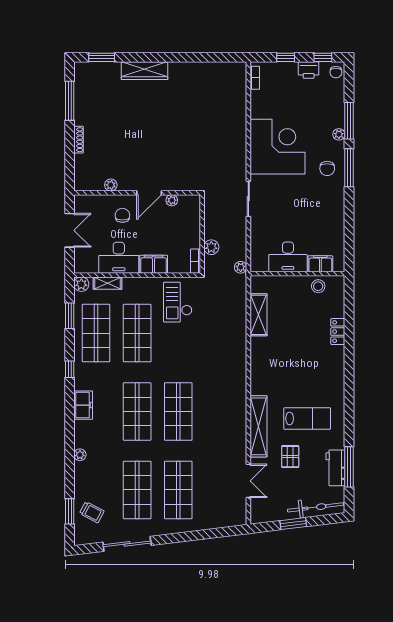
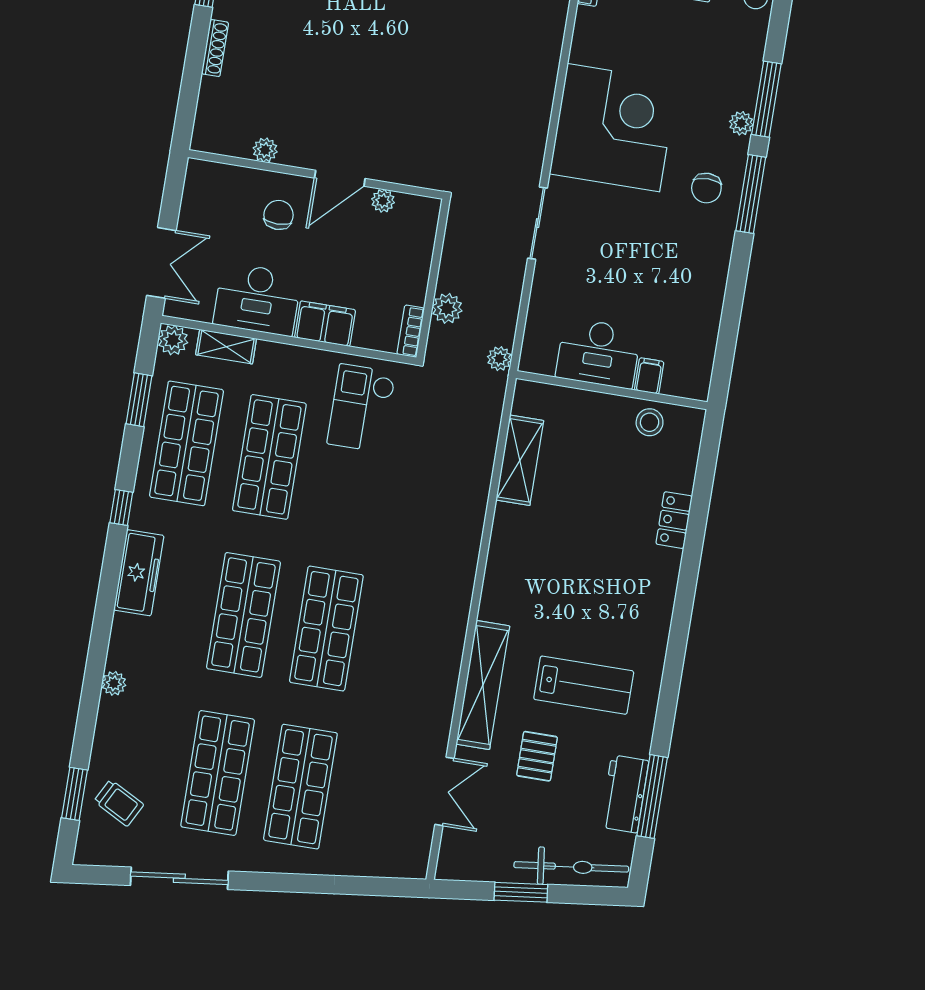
double door: (70, 230) -> (161, 263), moved
filing cabinet: (320, 264) -> (649, 376), width x0.50
freezer: (83, 405) -> (139, 573), width x1.40

